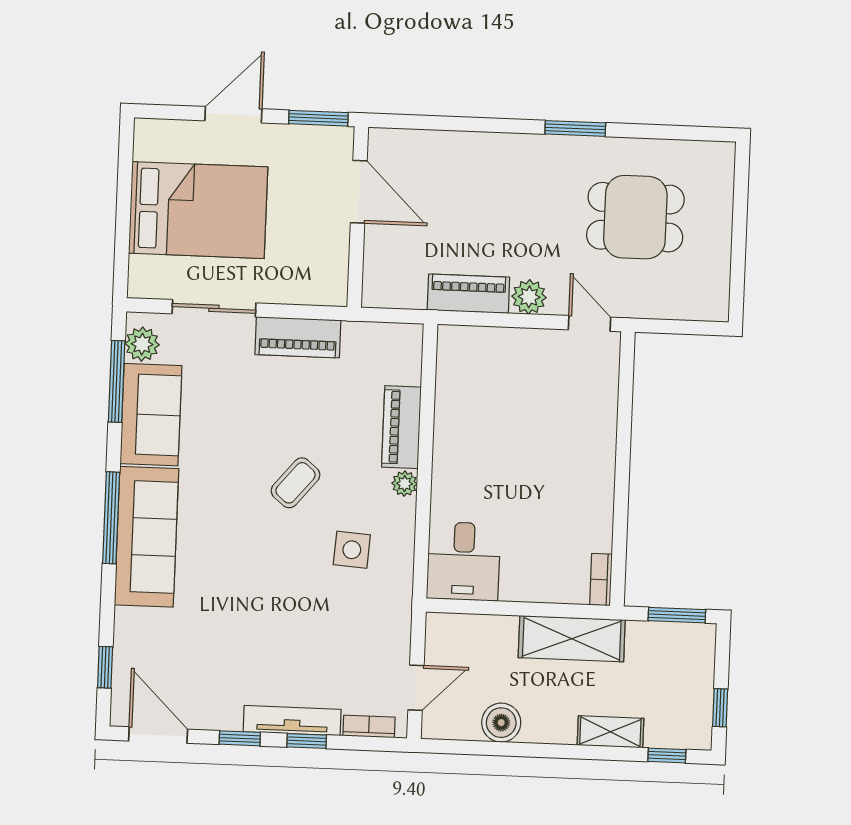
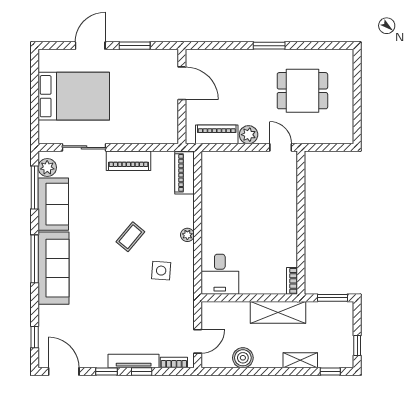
door: (359, 192) -> (182, 83), moved
wall: (358, 217) -> (182, 96), moved
piano: (401, 427) -> (185, 173), moved

